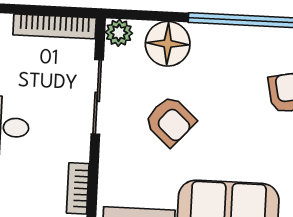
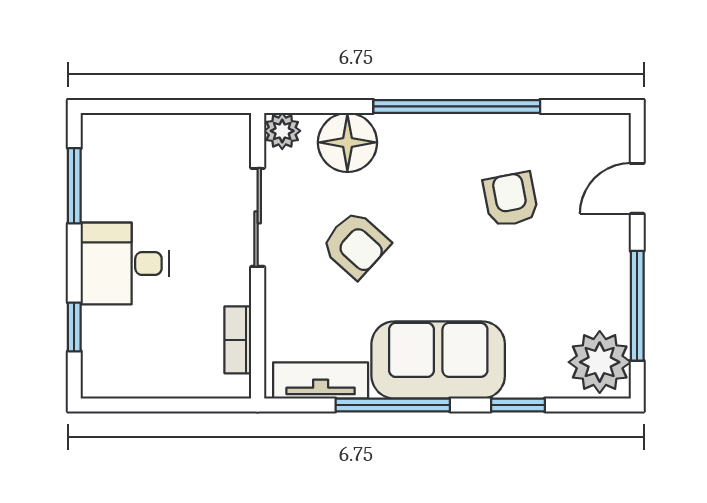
bookcase: (55, 26) -> (197, 127), removed

